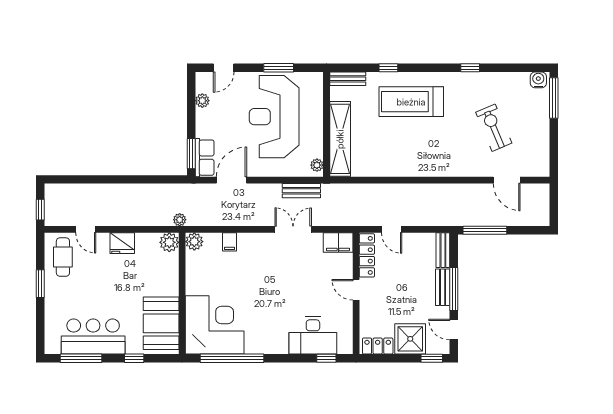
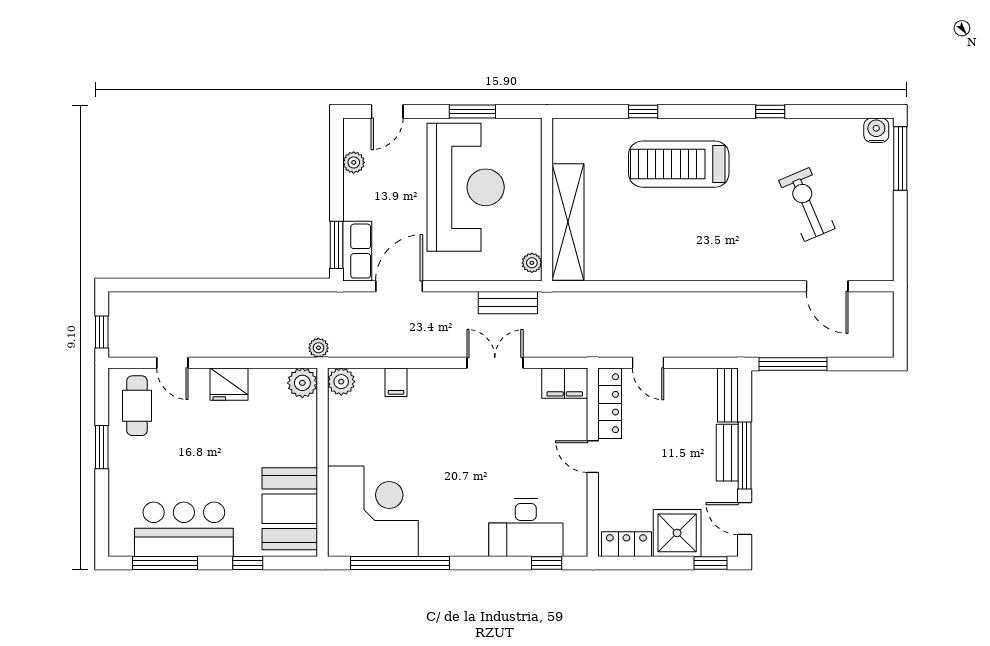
bench: (348, 79) -> (580, 129), removed
reception desk: (274, 117) -> (466, 187), turned 180

